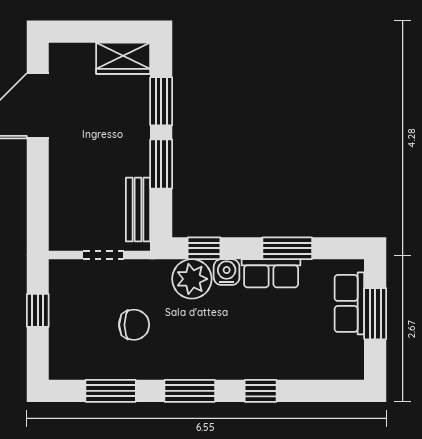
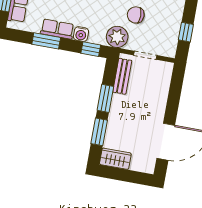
plant: (192, 279) -> (117, 37), moved

